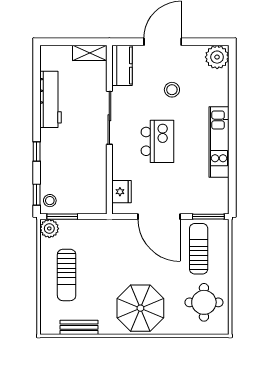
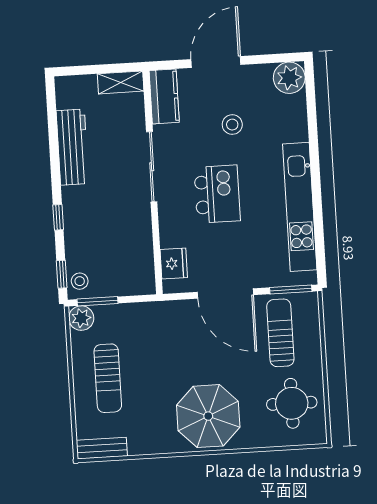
kitchen unit: (219, 142) -> (300, 207), width x1.36
bench: (79, 327) -> (102, 448), moved

